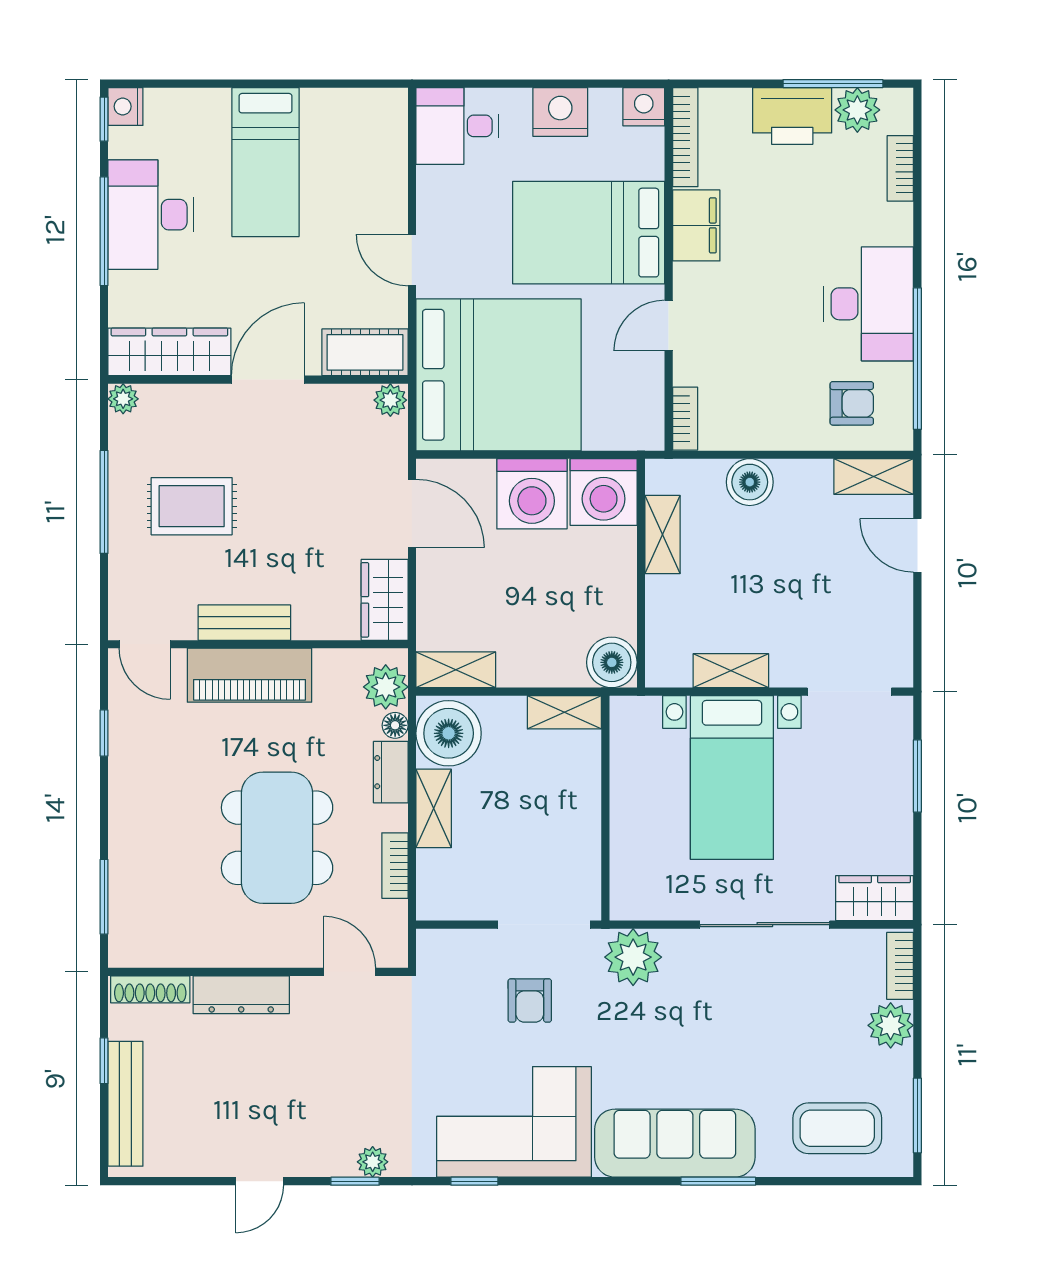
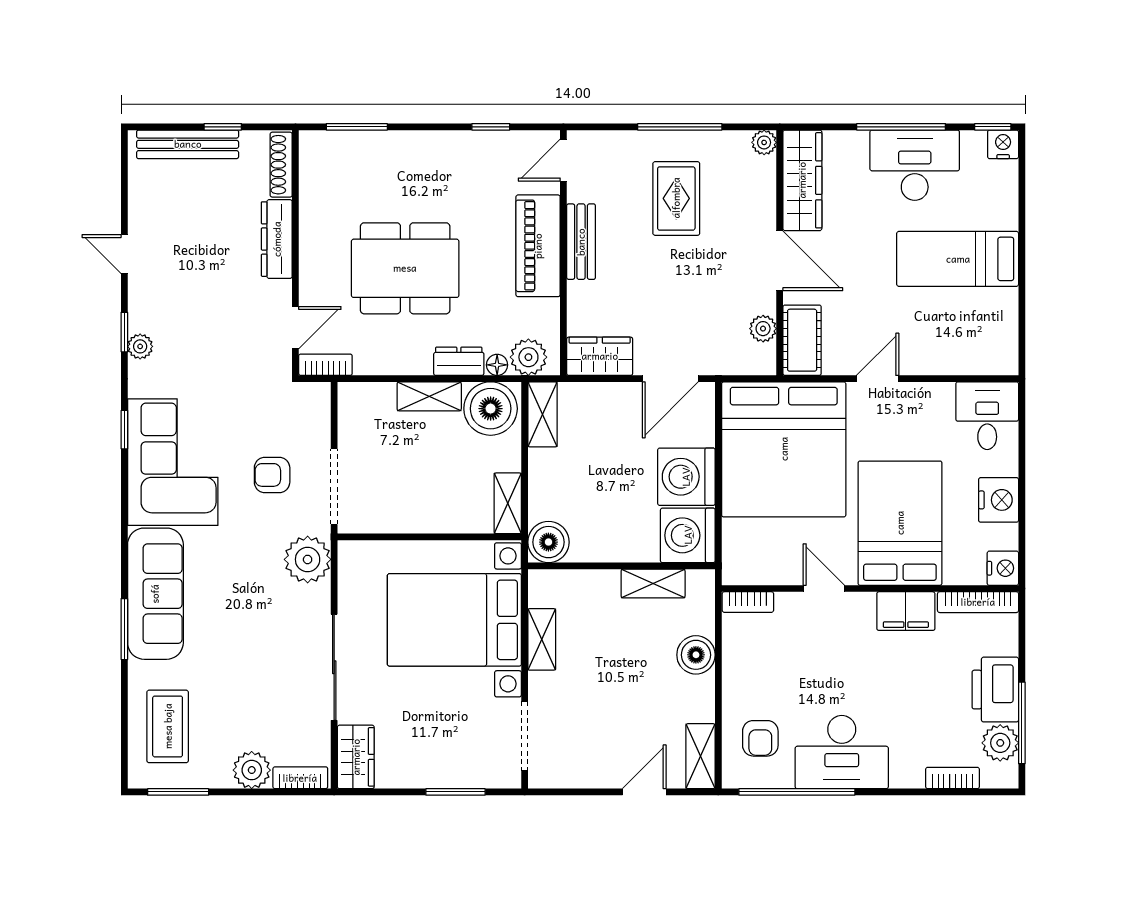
plant: (390, 400) -> (763, 329), moved
bed with nightstands: (732, 777) -> (454, 620), width x1.36
bookcase: (395, 866) -> (325, 365), moved

